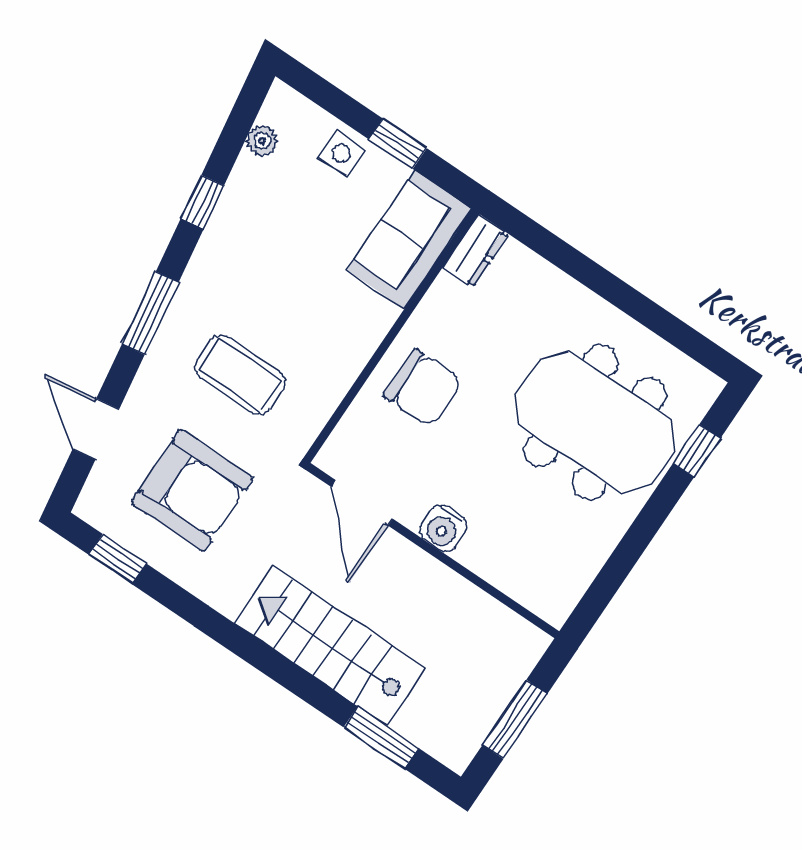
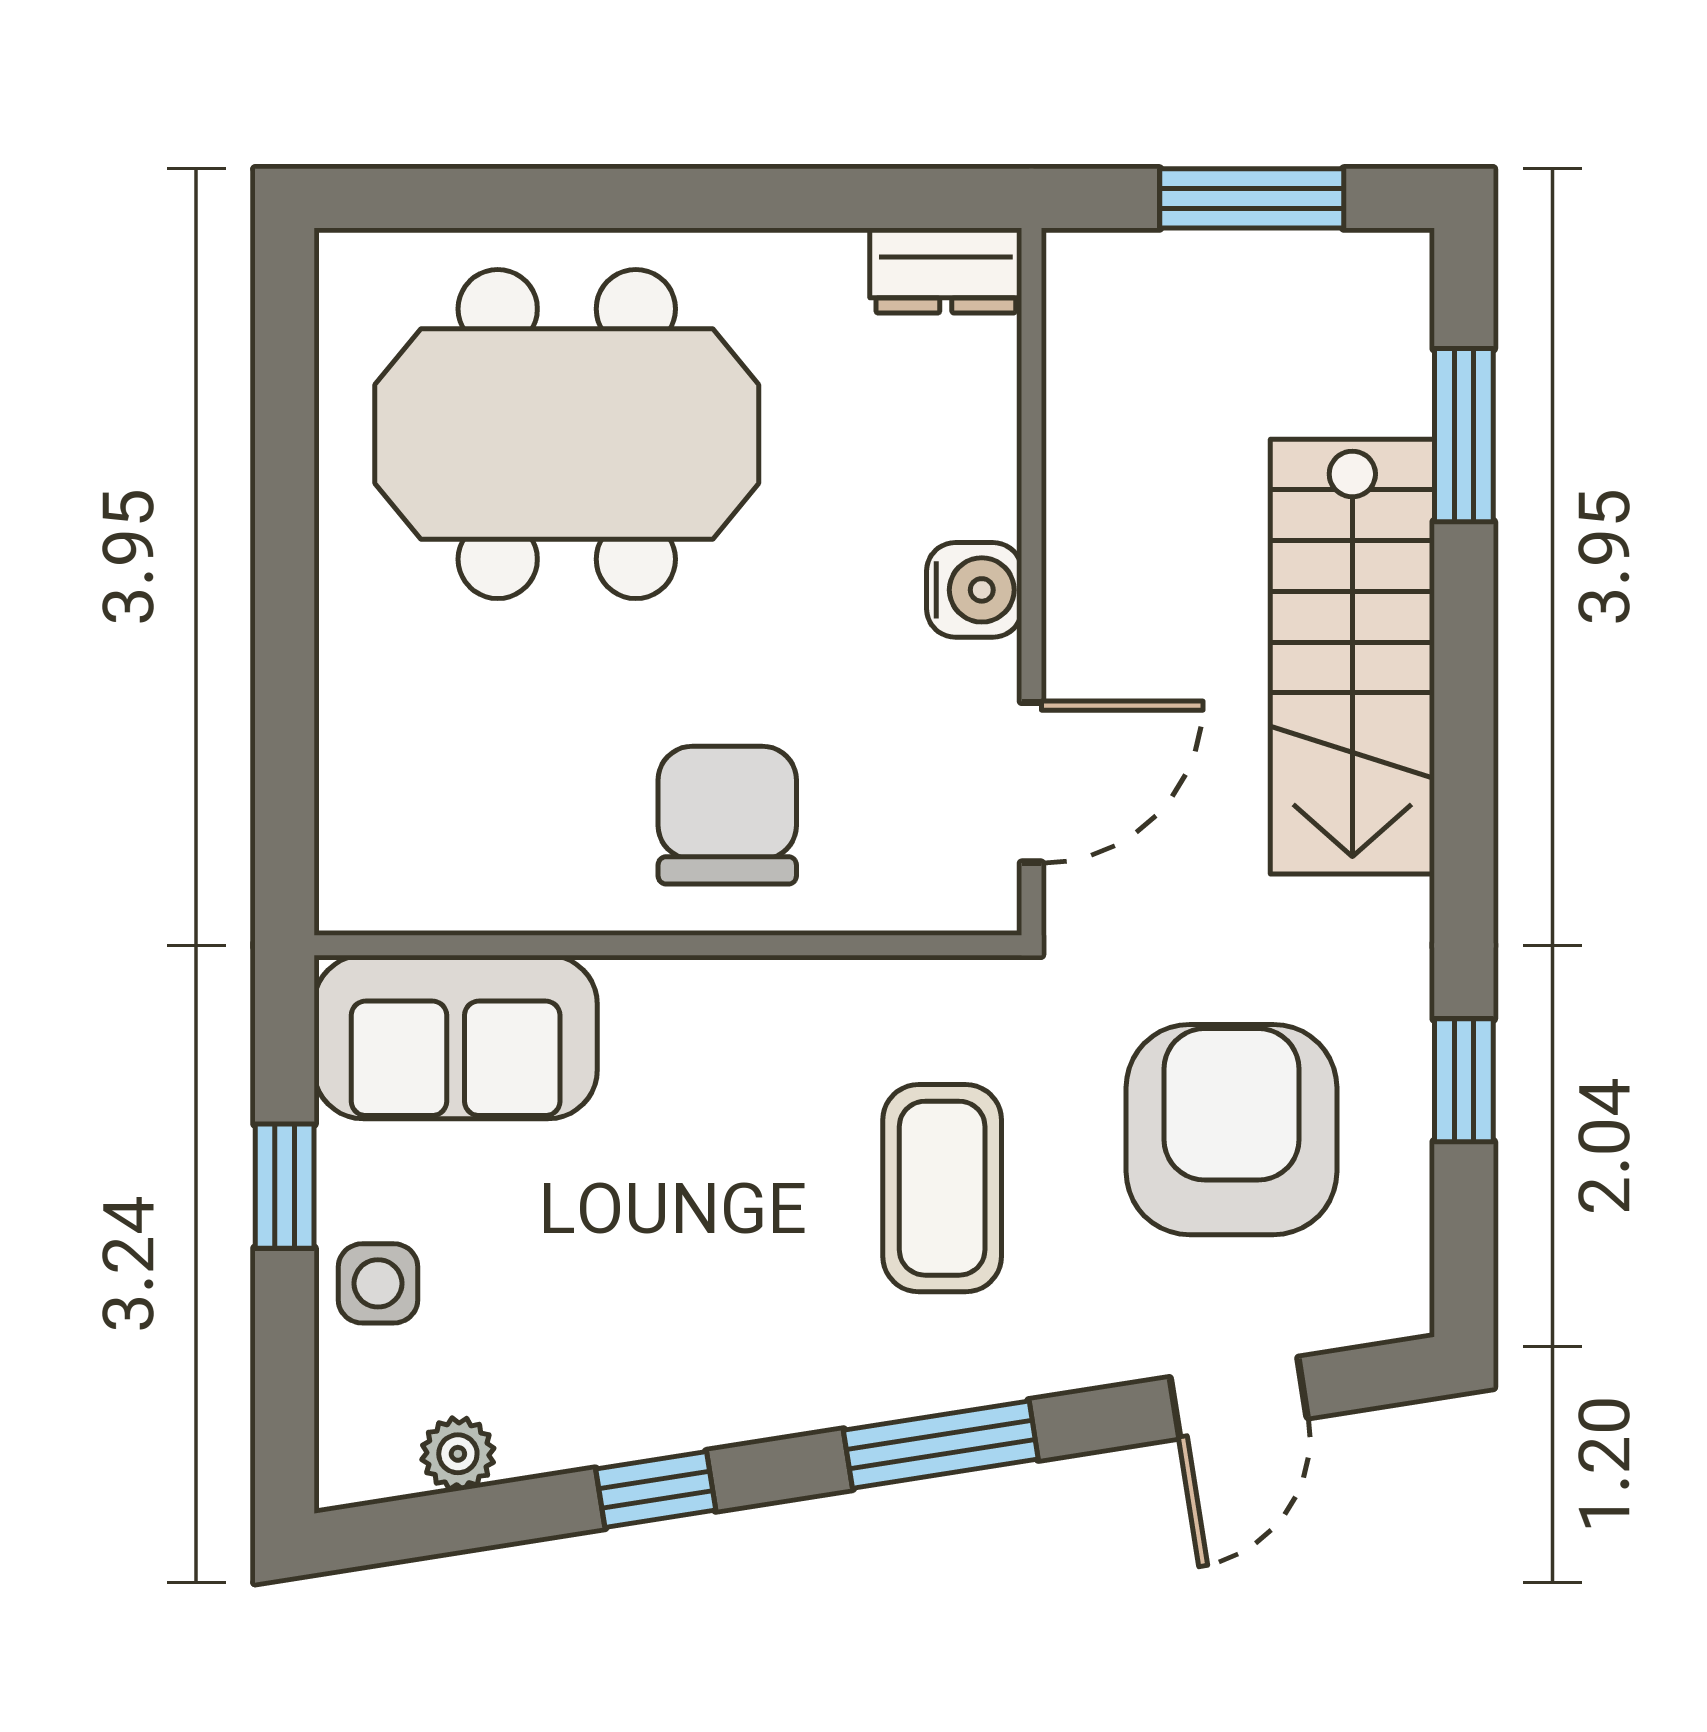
dresser: (476, 251) -> (946, 271), moved, turned 180
meeting table: (595, 422) -> (567, 434), turned 90
window: (697, 451) -> (489, 198), removed
window: (117, 559) -> (1464, 1080), moved

